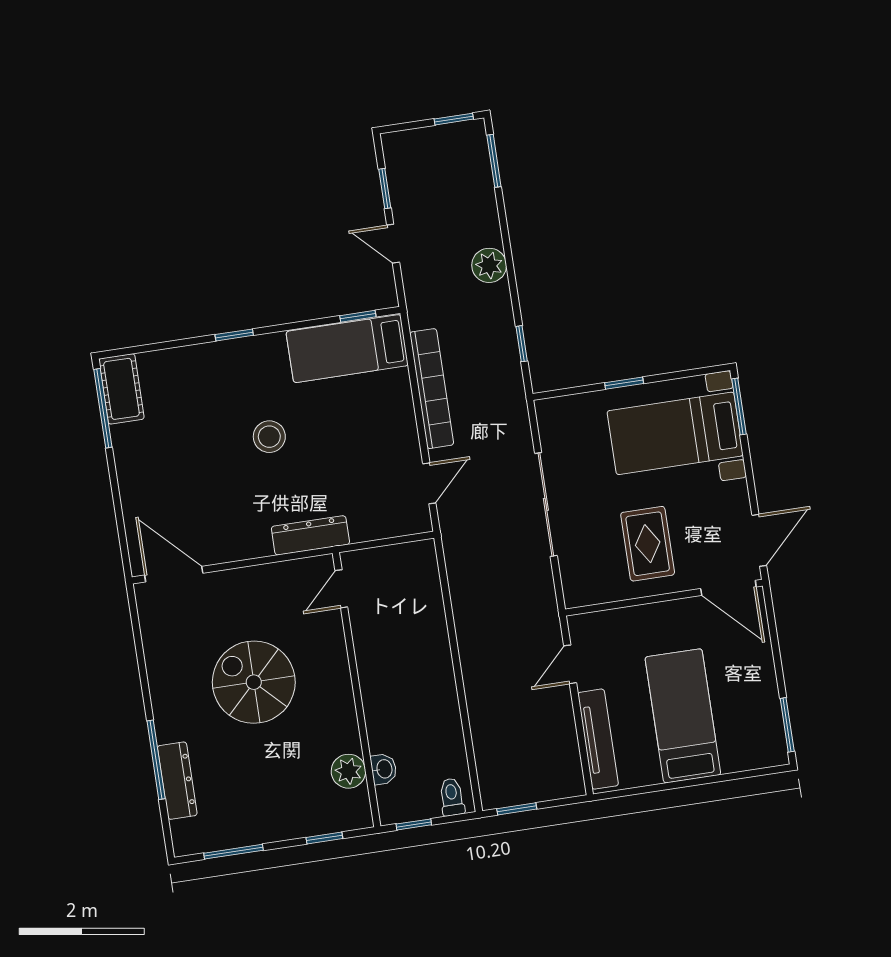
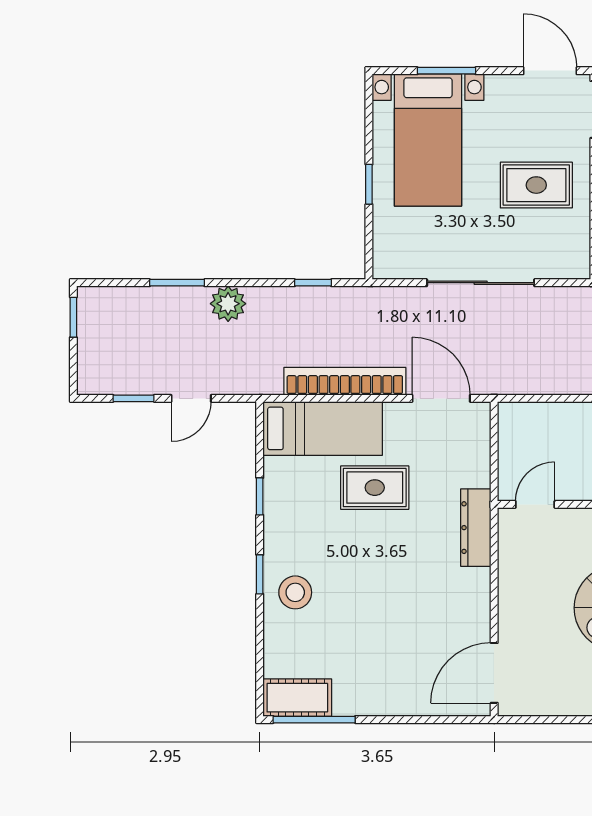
window: (494, 161) -> (177, 283), moved
window: (358, 316) -> (260, 496), moved
bed: (347, 349) -> (323, 428), moved, turned -90
window: (739, 406) -> (446, 71), moved
rug: (334, 433) -> (375, 488), added
stool: (269, 437) -> (295, 592), moved
door: (429, 483) -> (441, 398), width x1.38
door: (341, 589) -> (535, 504), swing flipped

